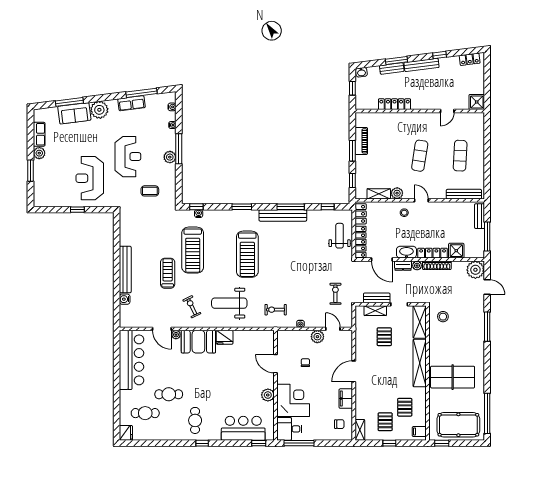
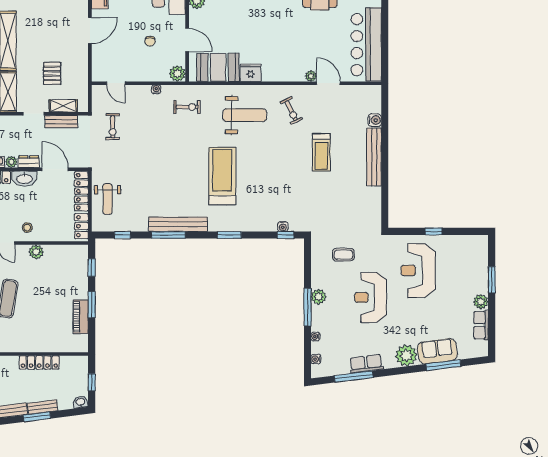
reception desk: (90, 178) -> (418, 271), turned 180
shelving: (379, 194) -> (59, 251), removed
treadmill: (193, 250) -> (290, 181), removed
plant: (317, 337) -> (177, 73), moved
booth: (198, 342) -> (218, 67), moved

